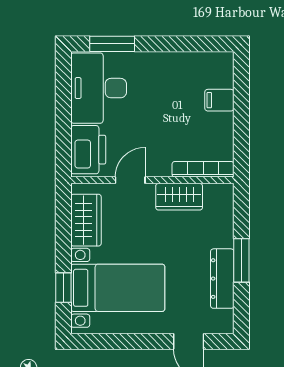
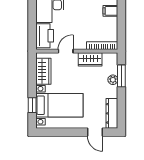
plant: (224, 237) -> (113, 80), added
window: (241, 260) -> (121, 76), moved
dresser: (222, 279) -> (112, 113), moved

